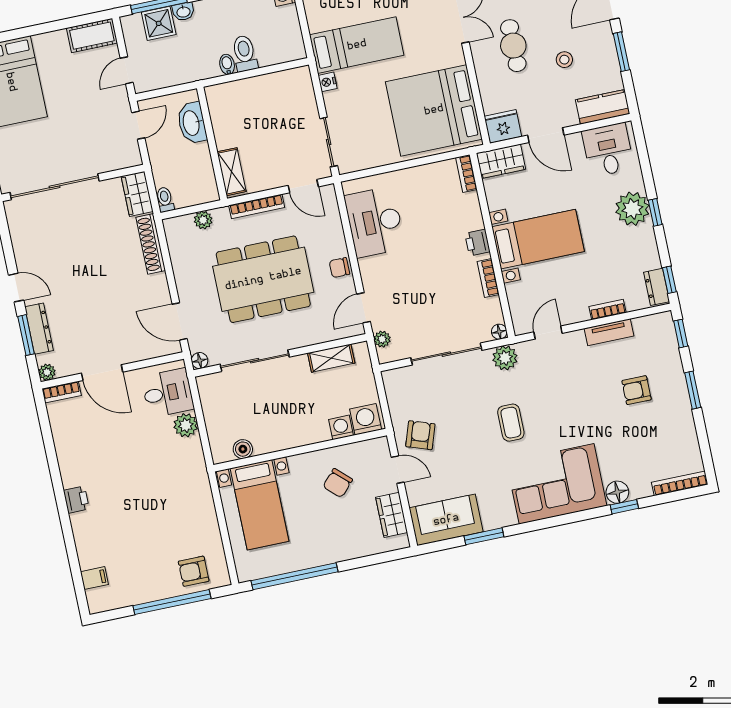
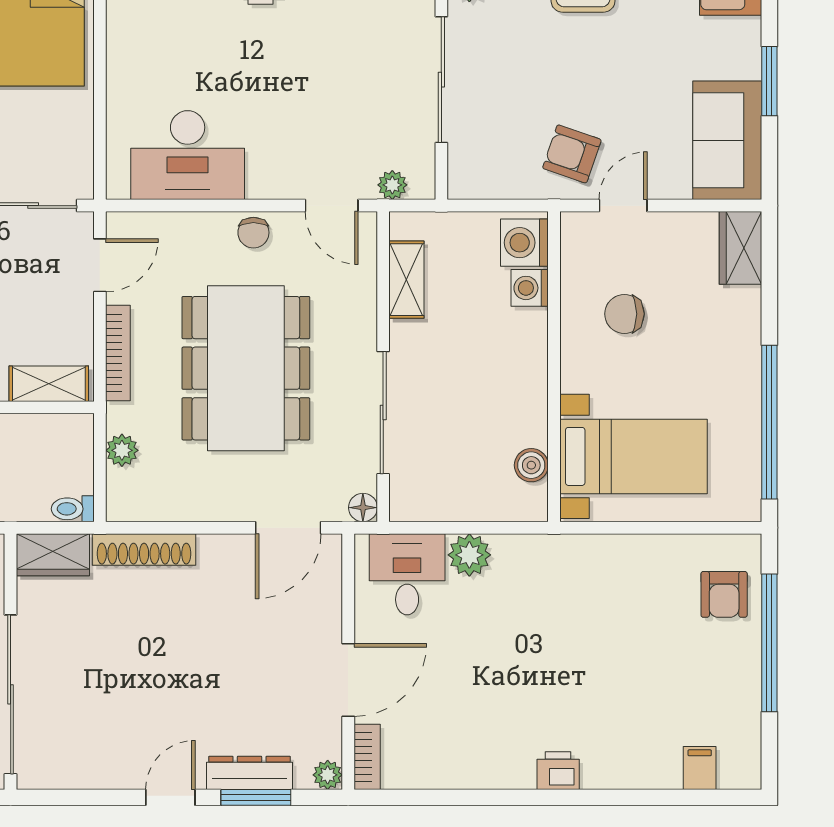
chair: (338, 483) -> (624, 314), turned 137
wardrobe: (392, 515) -> (740, 248), moved, turned 90

